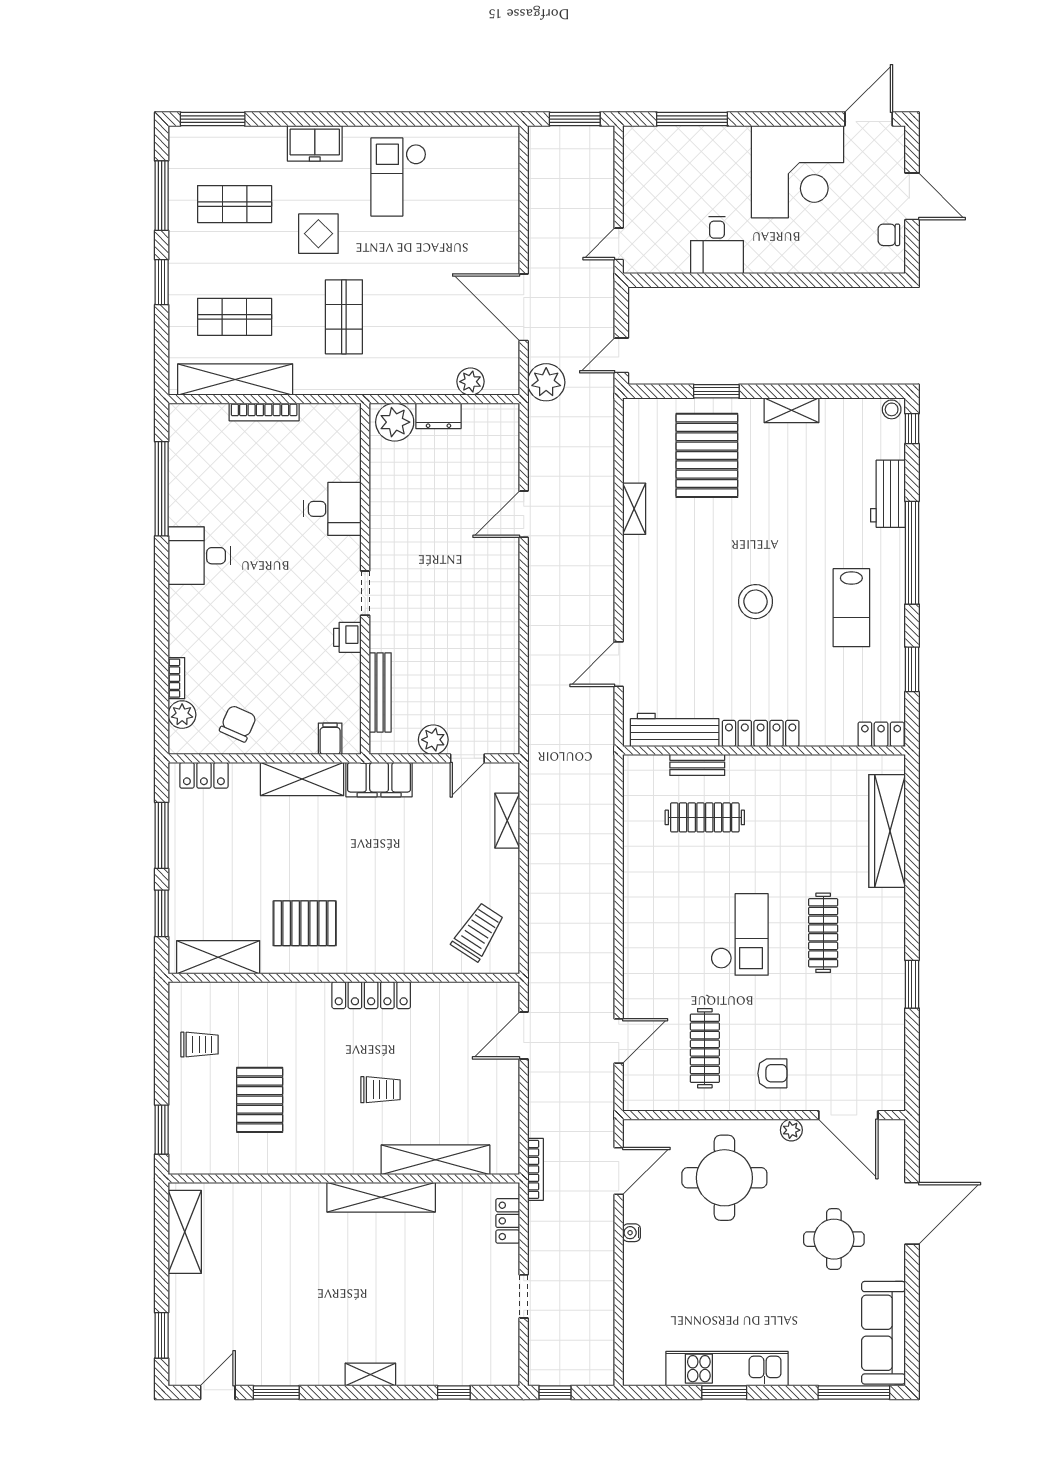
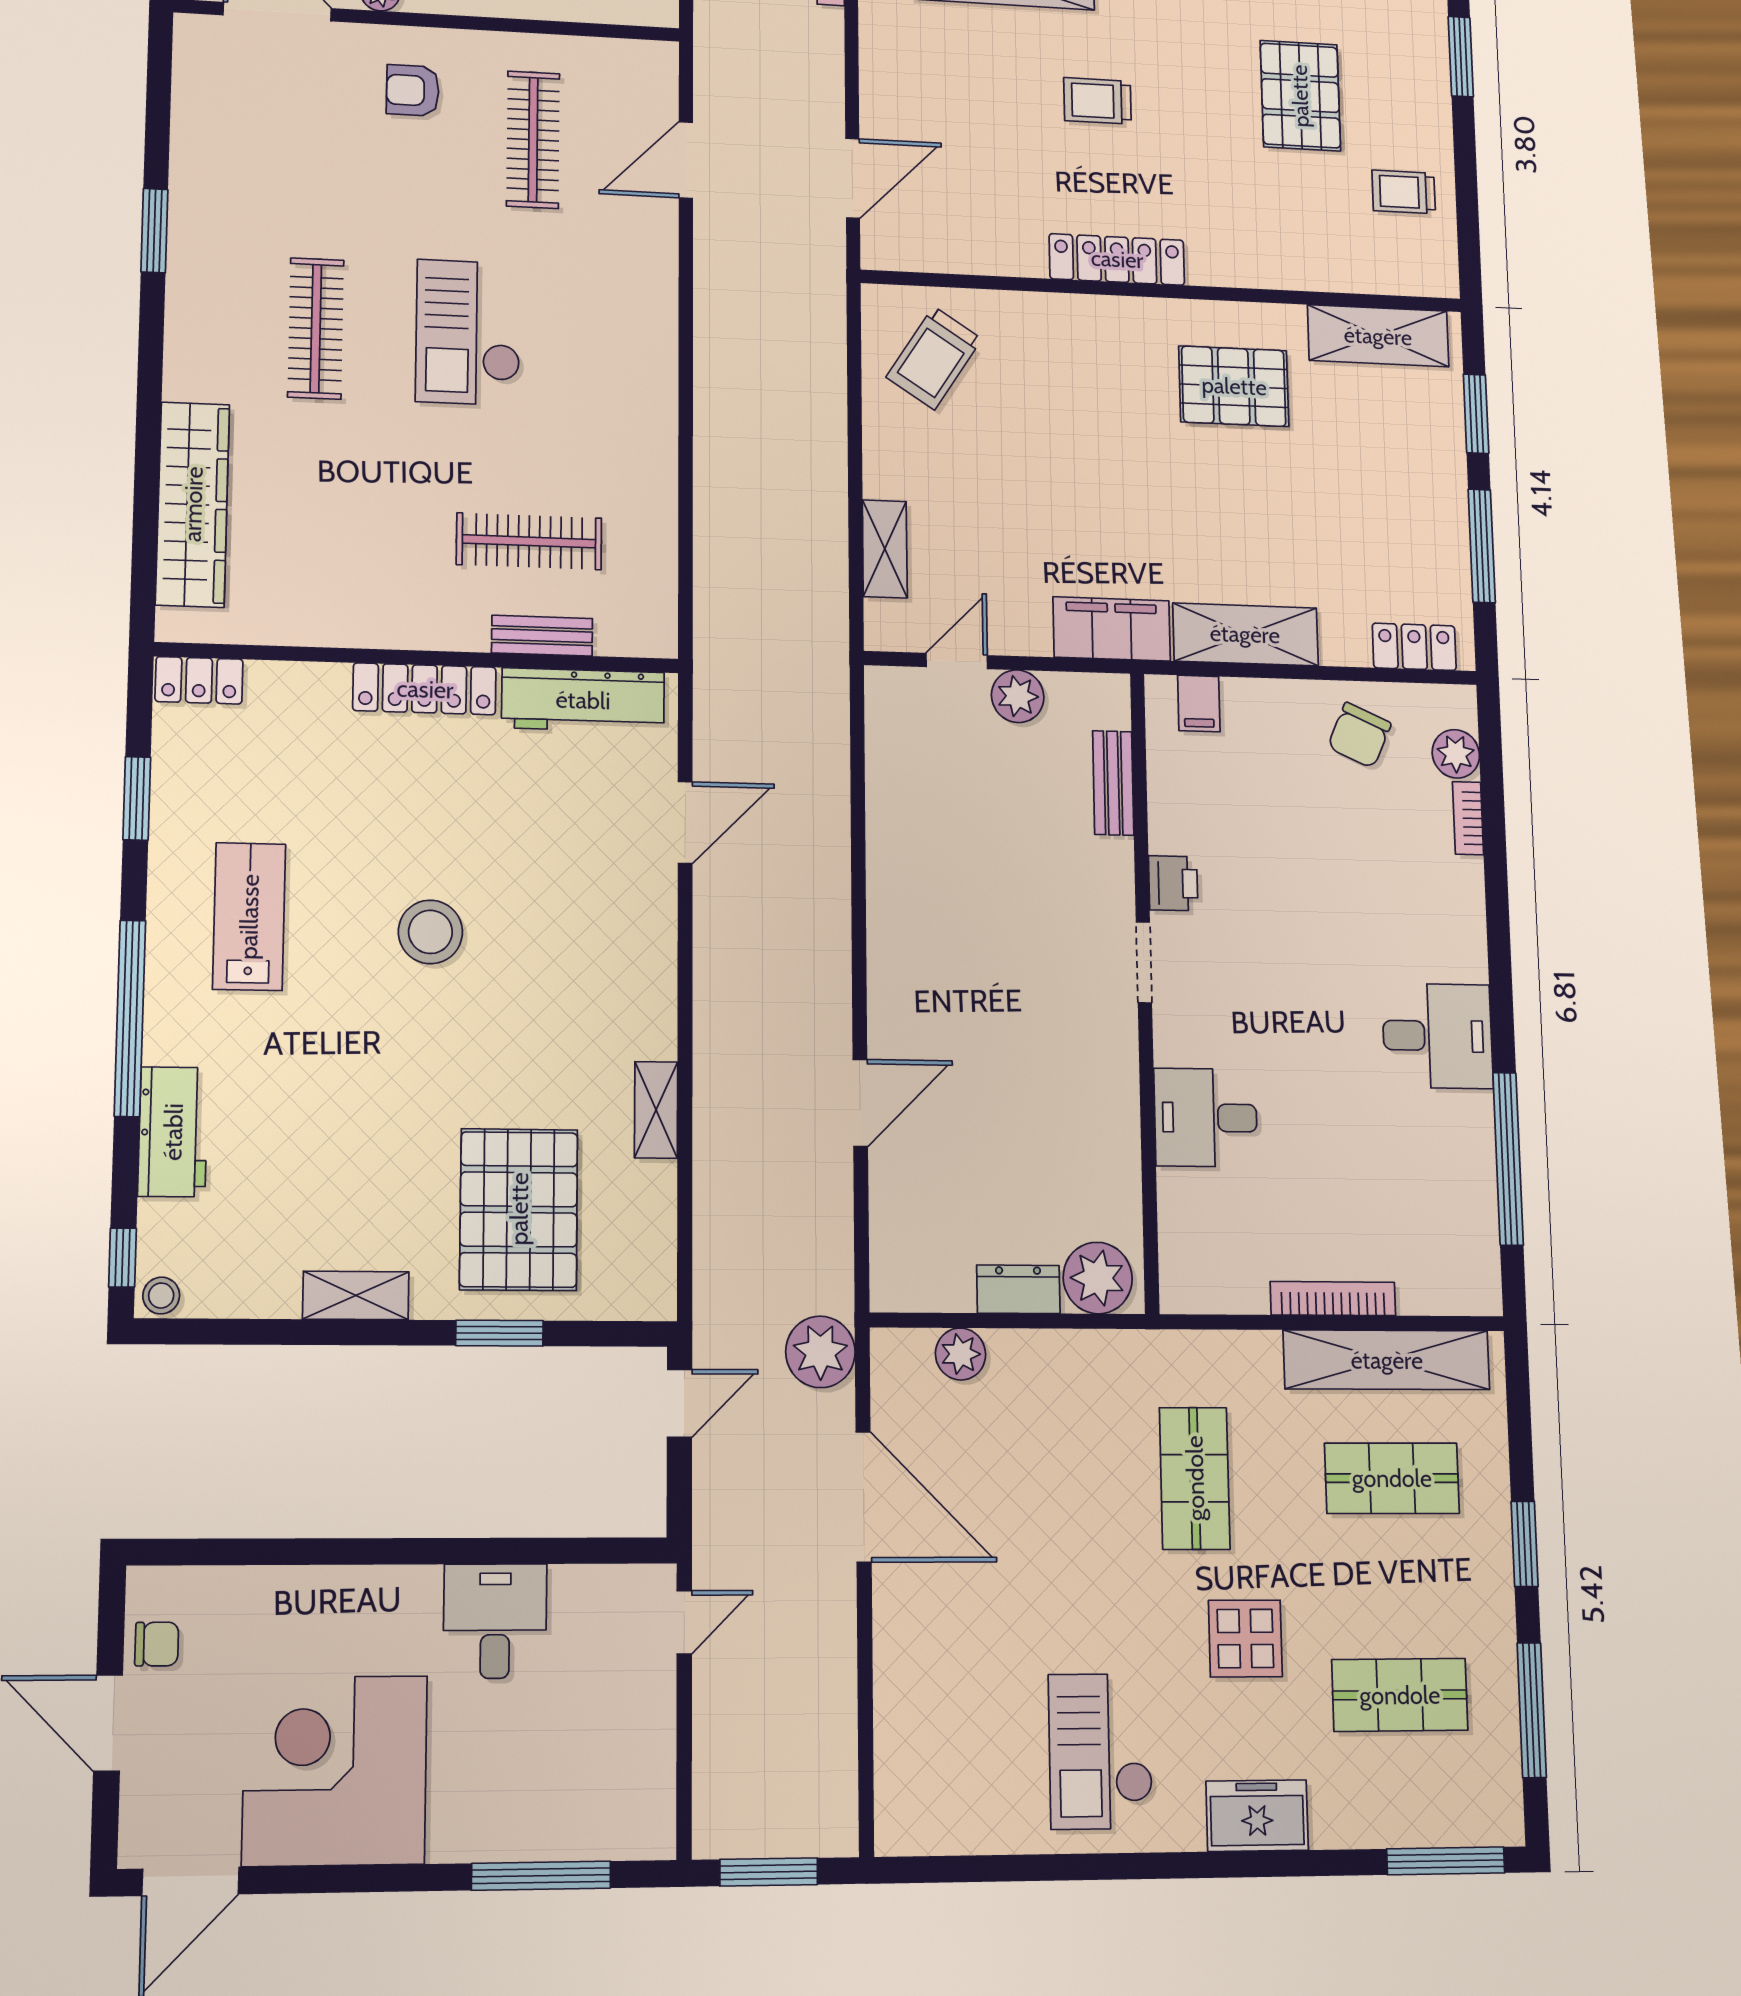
checkout: (398, 177) -> (1101, 1751), turned 180
bench: (380, 692) -> (1113, 783), width x0.73

